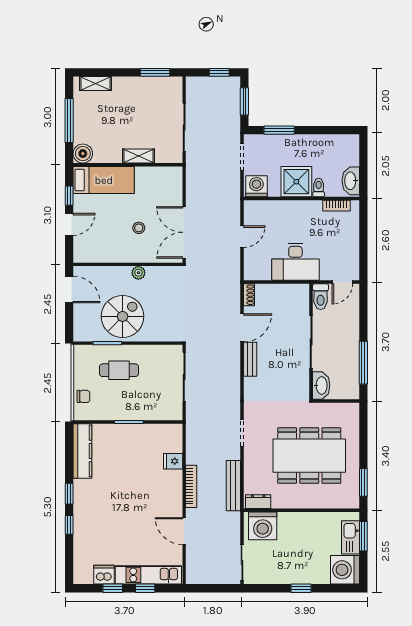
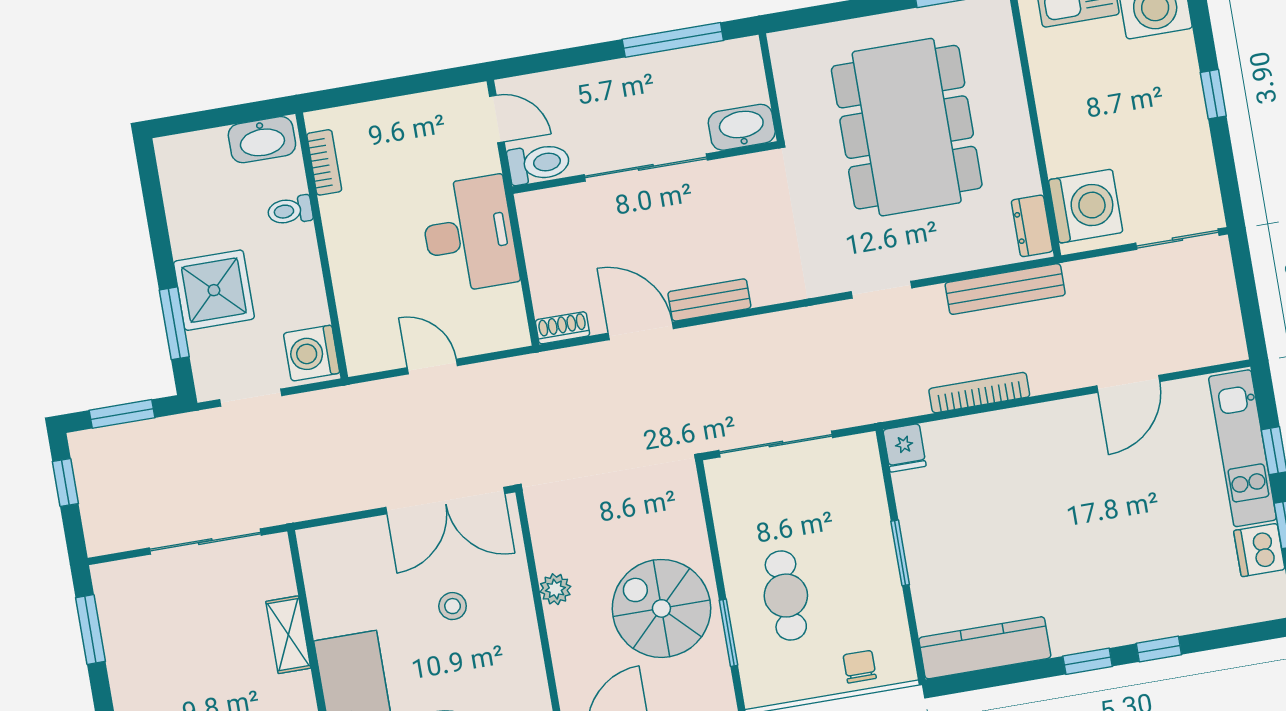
shower: (296, 182) -> (214, 290), moved
fridge: (173, 461) -> (905, 448), moved
bookcase: (191, 486) -> (979, 393), moved

